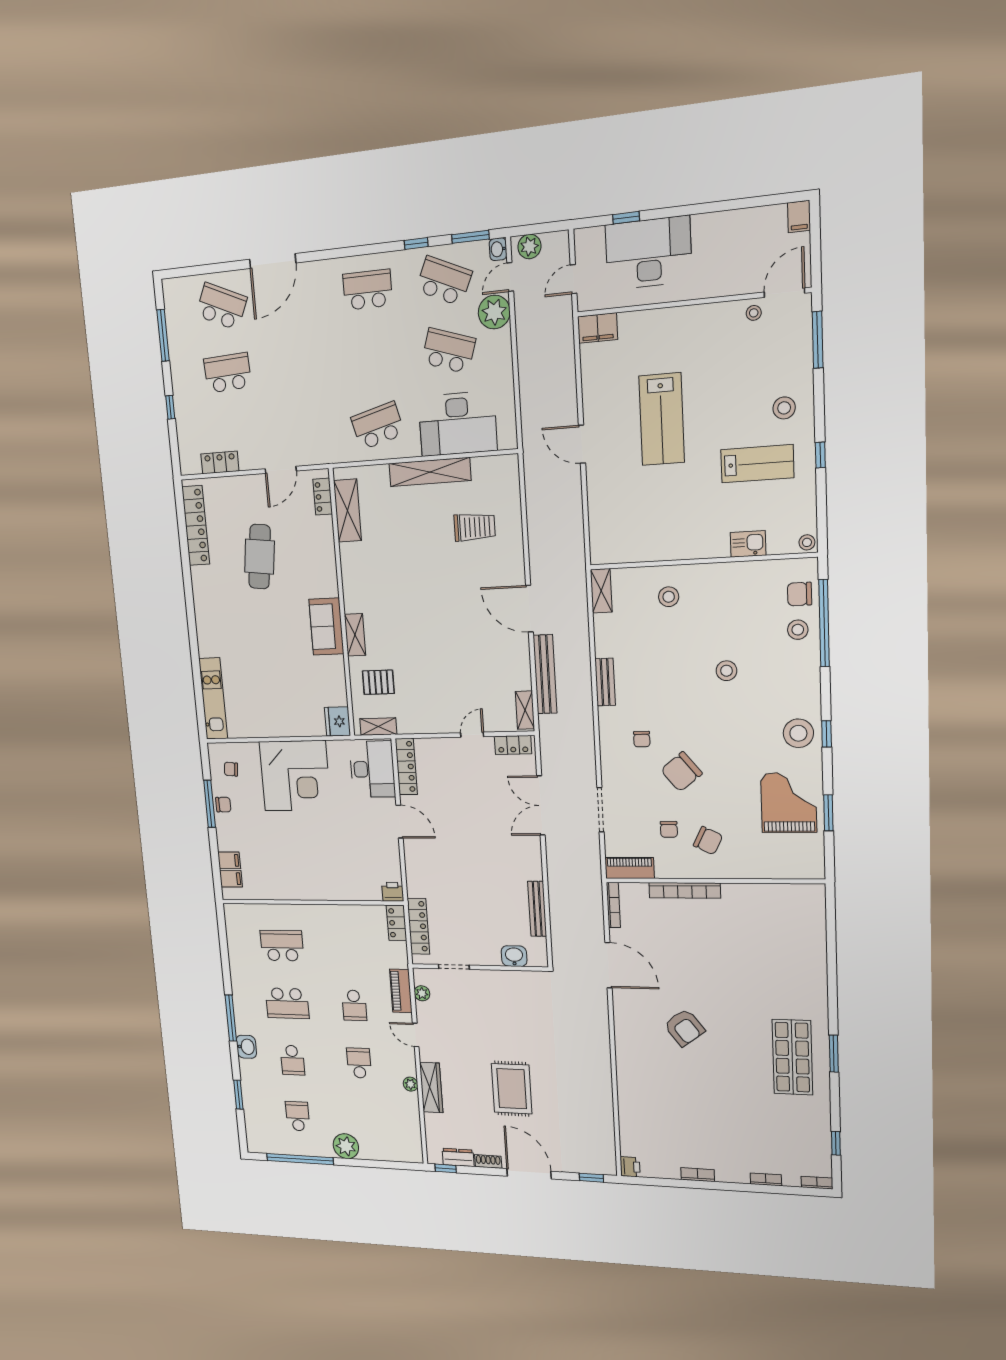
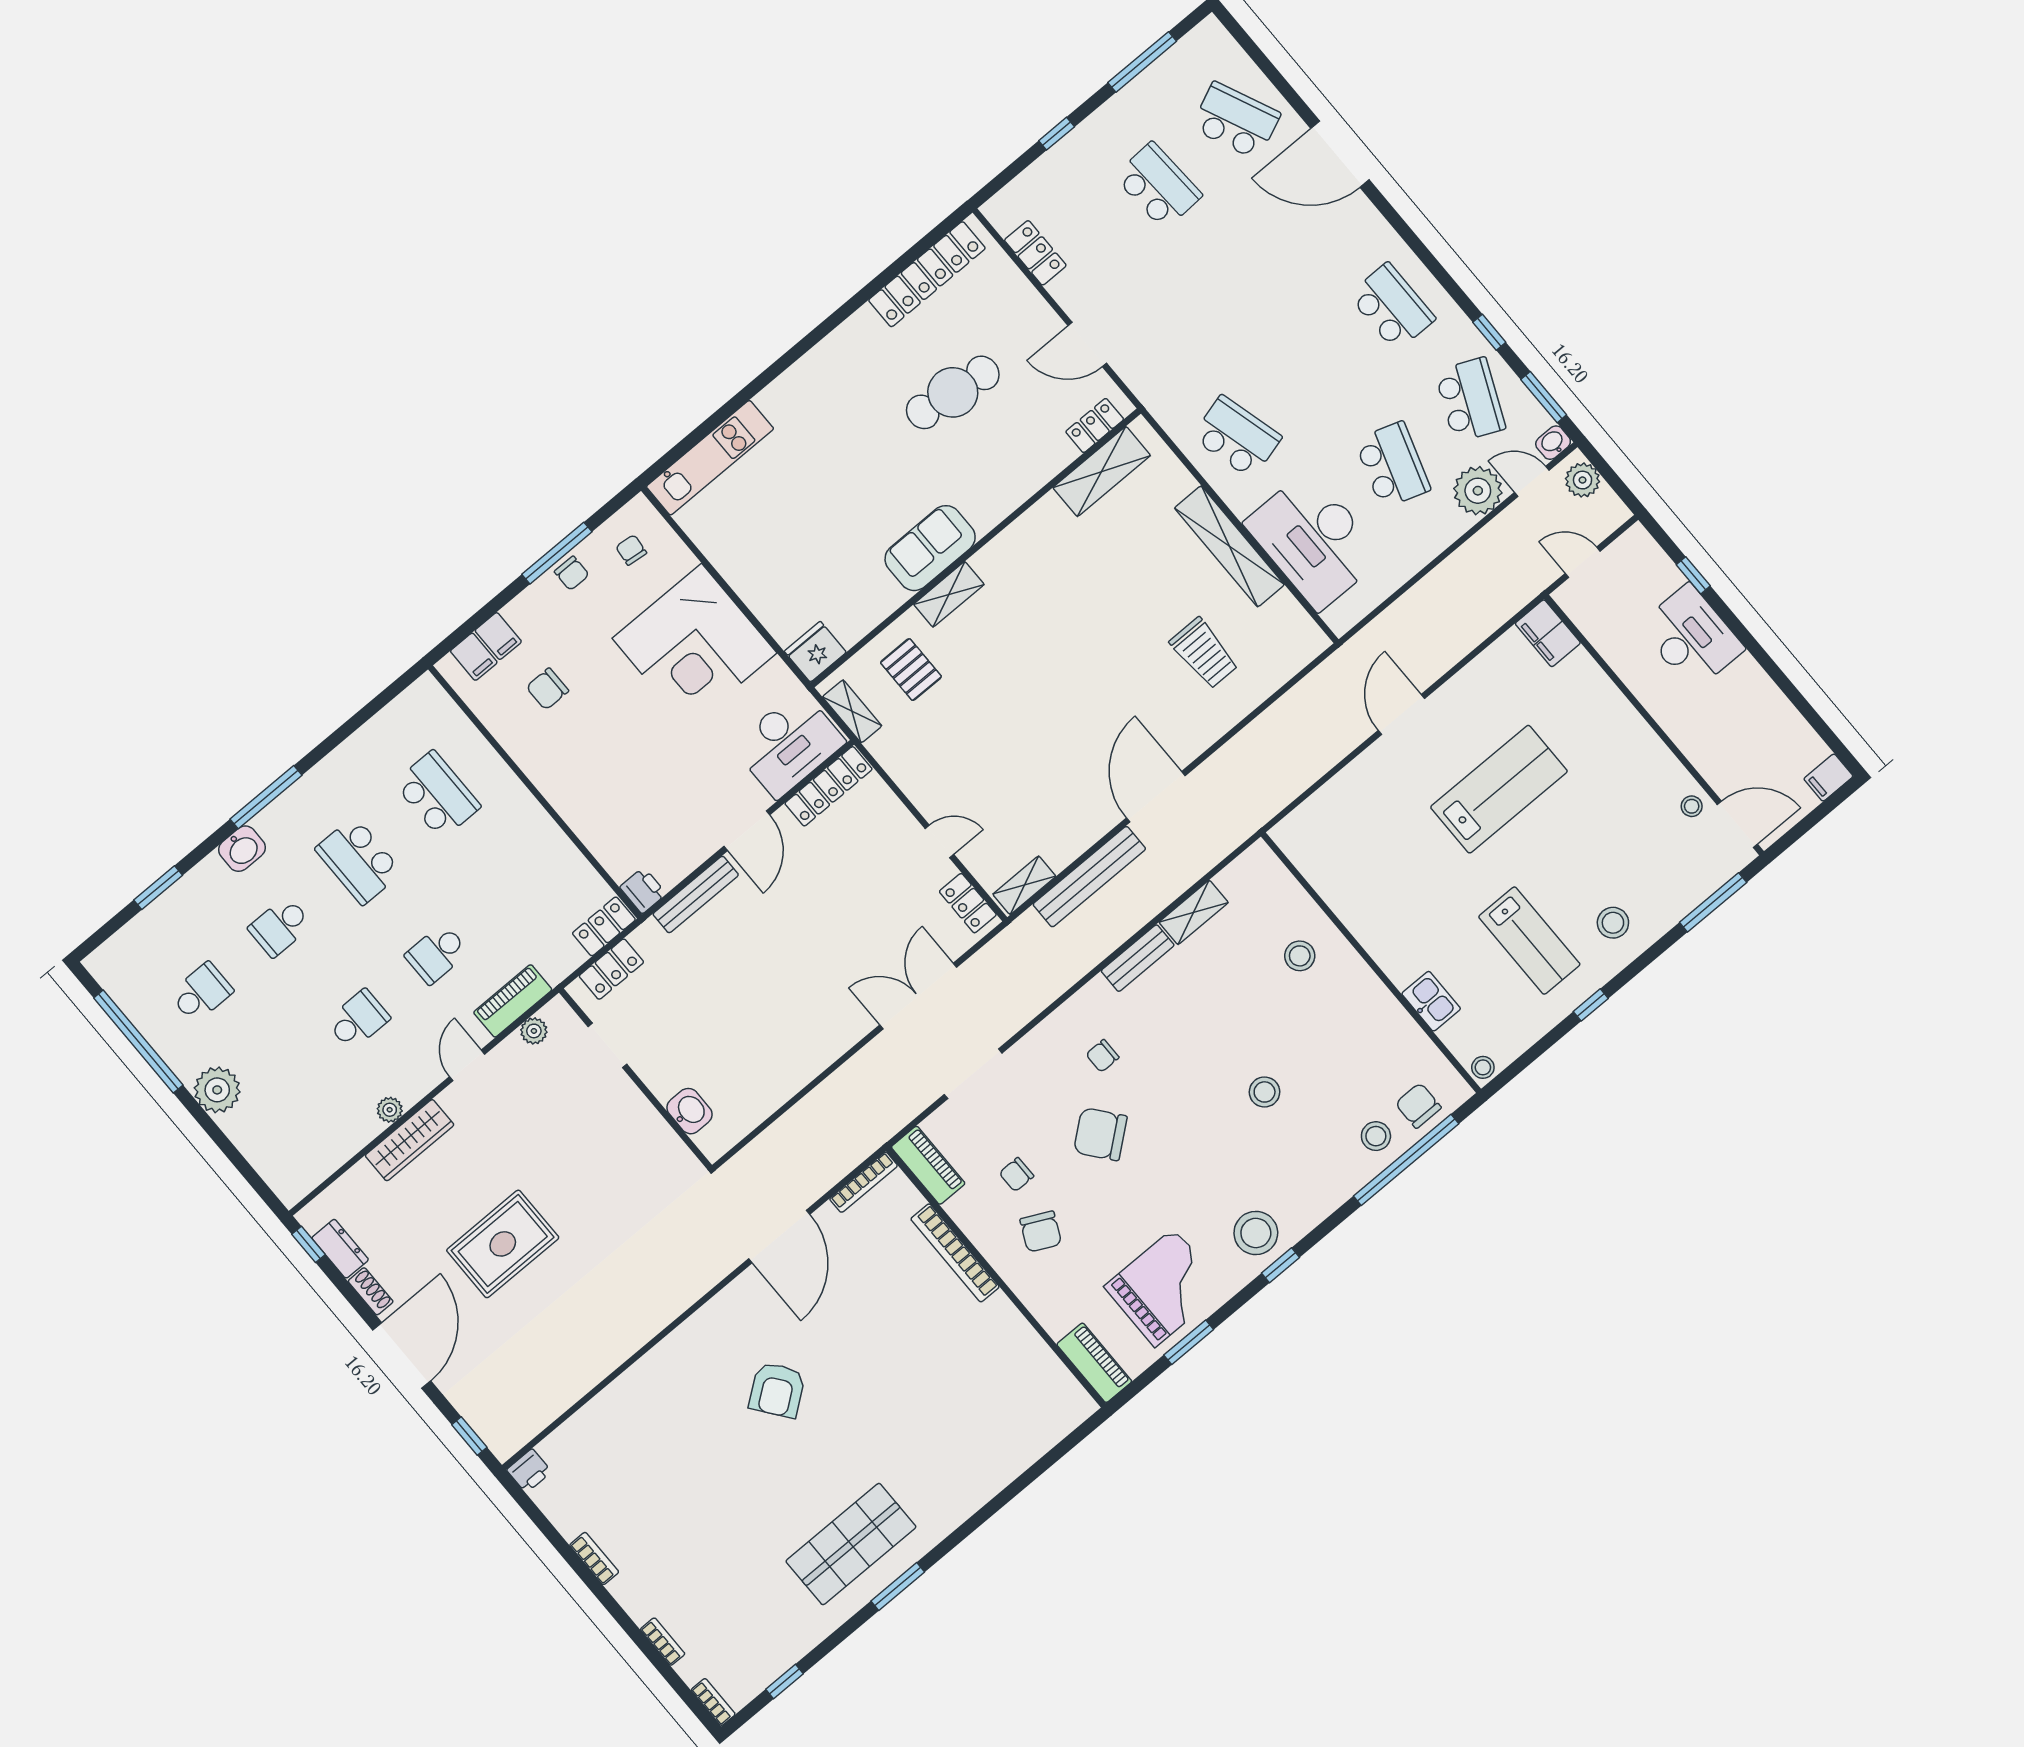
desk: (648, 253) -> (1691, 637), width x0.73, depth x0.77
school desk: (221, 306) -> (1236, 121), turned -48
lab bench: (662, 419) -> (1499, 789), turned 180
shelving: (601, 591) -> (1194, 912), moved
chair: (268, 858) -> (547, 689), added
piano: (799, 868) -> (1094, 1363), added
bench: (537, 909) -> (696, 894), moved
locker: (418, 926) -> (611, 969), width x0.66

